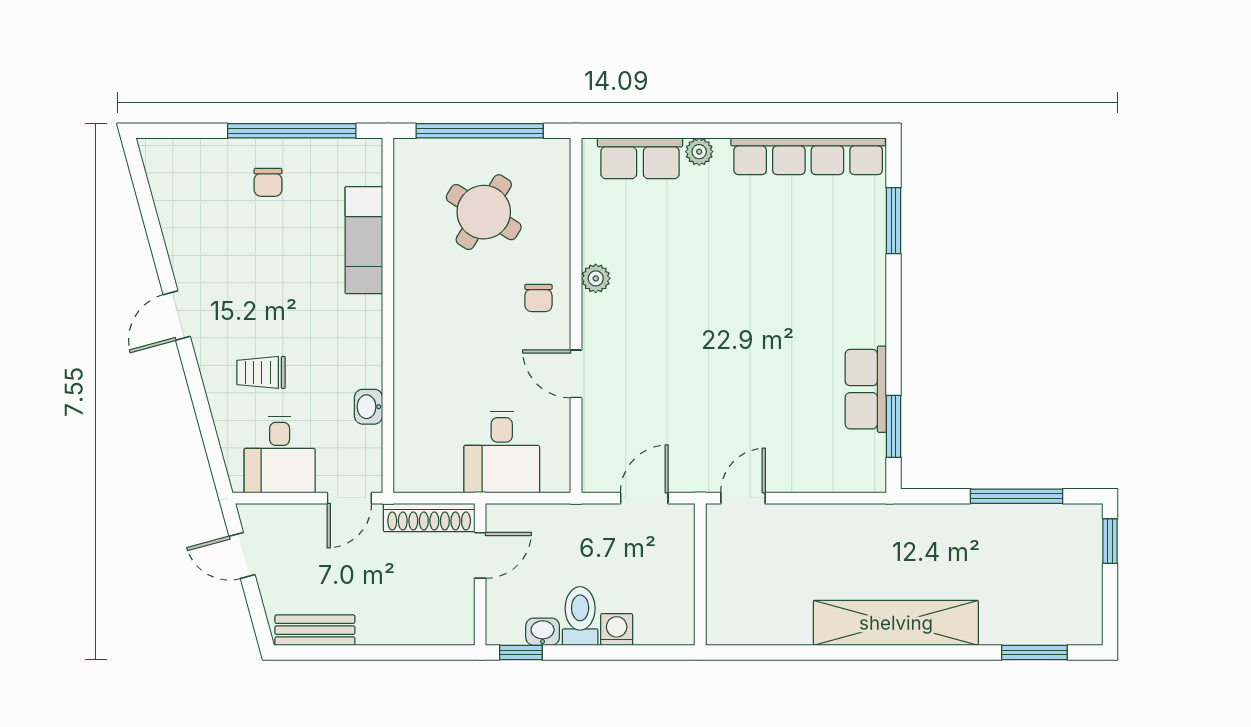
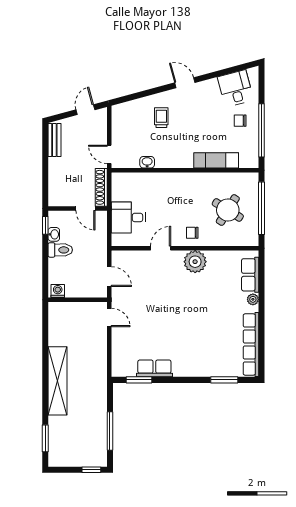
plant: (596, 278) -> (195, 262), width x1.87, depth x1.87
desk: (280, 455) -> (236, 88), moved, turned 75
washing machine: (617, 629) -> (58, 291), moved, turned -90

